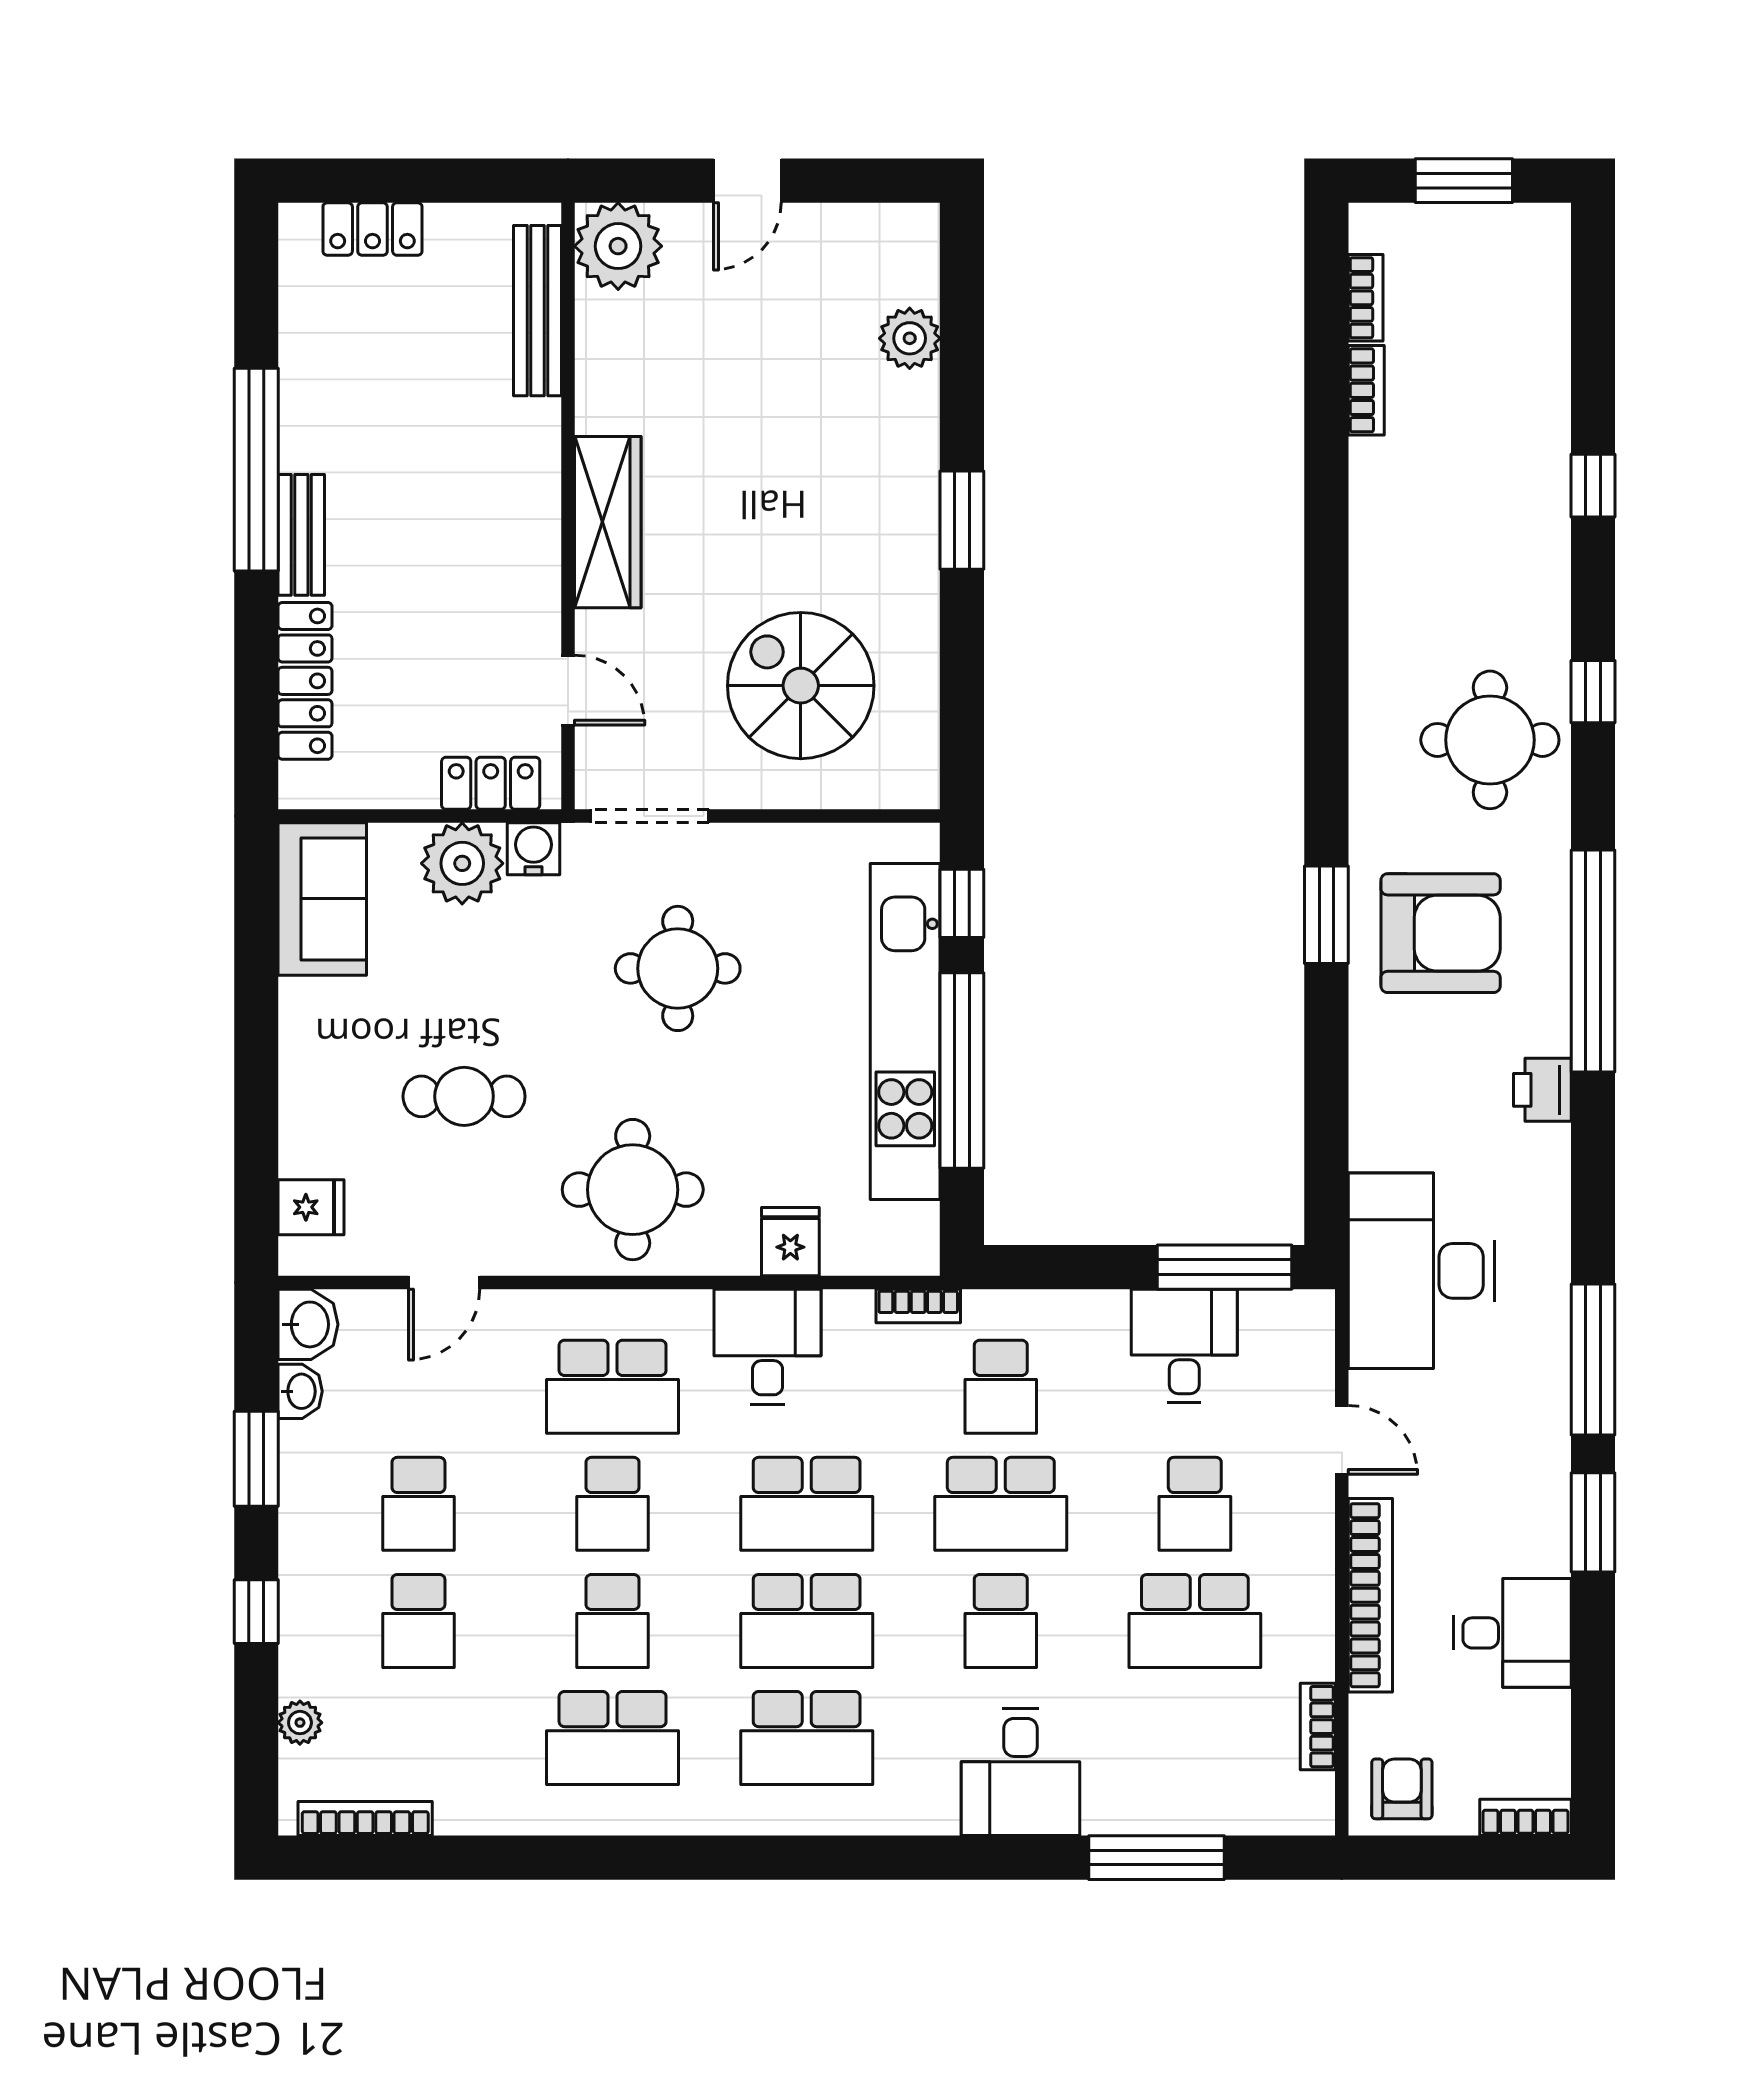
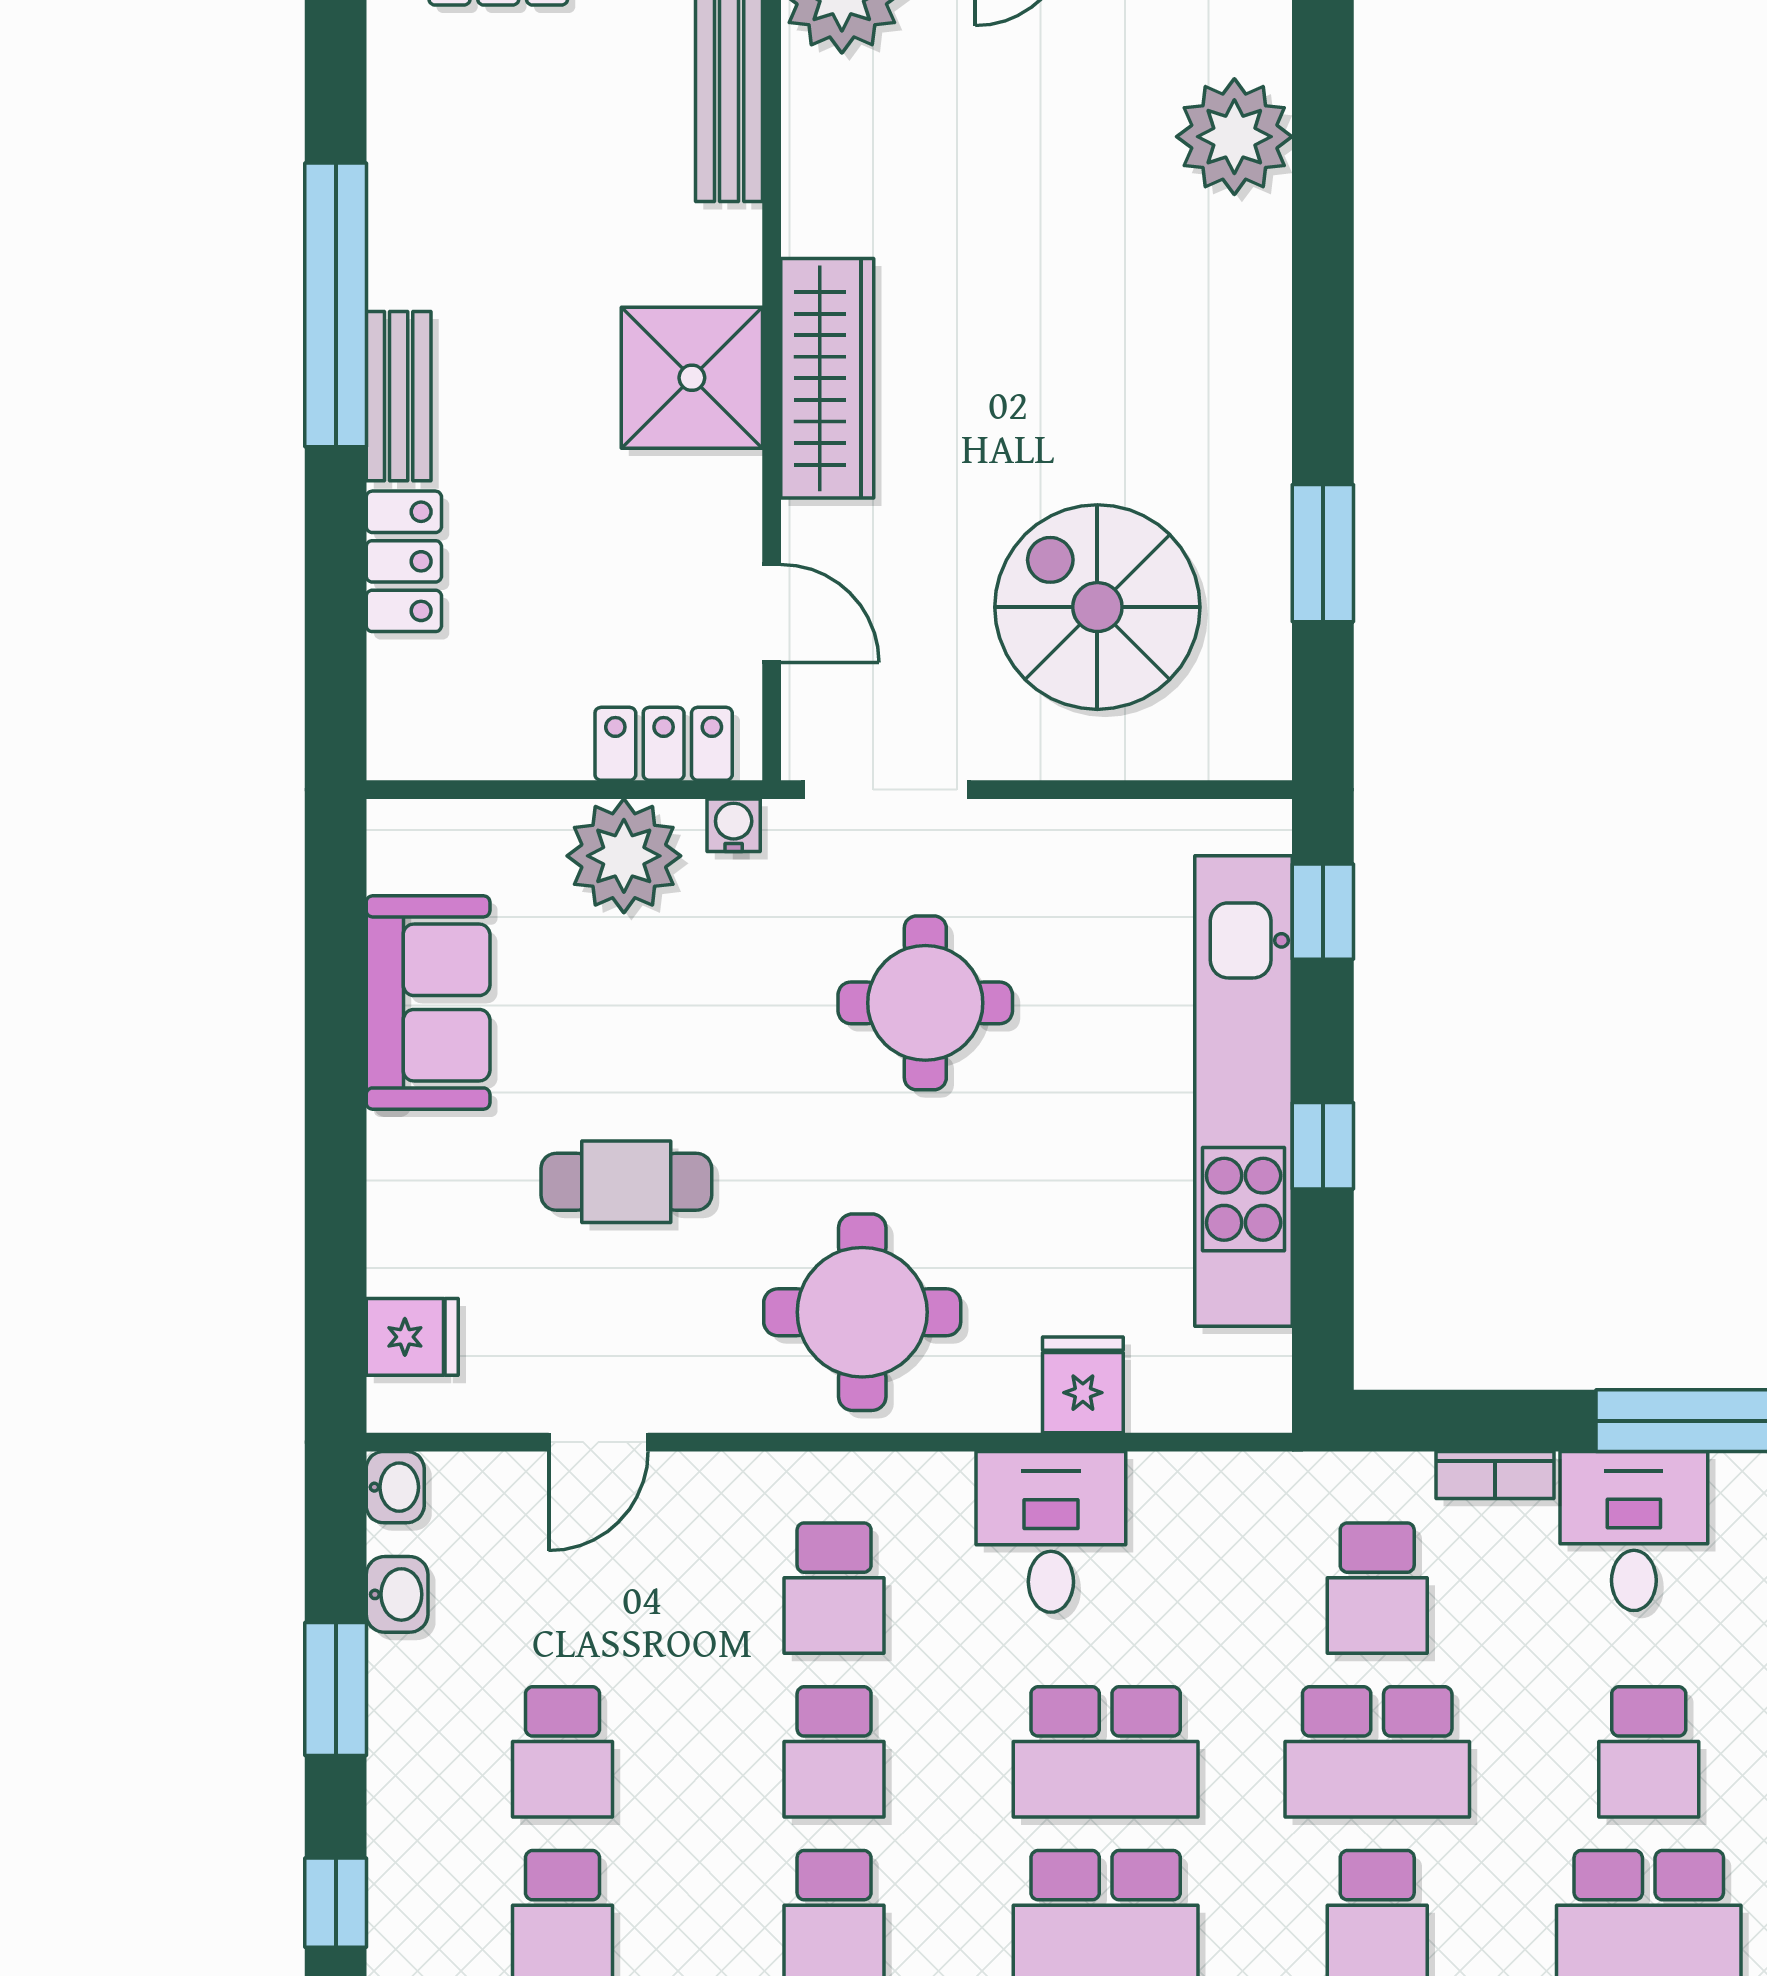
plant: (910, 338) -> (1234, 137), width x1.36, depth x1.36
window: (962, 520) -> (1323, 553), moved
shower: (511, 522) -> (692, 378), added
locker: (305, 681) -> (404, 561), width x0.66
water cooler: (534, 849) -> (734, 825), width x0.72, depth x0.72
sofa: (322, 899) -> (428, 1002), moved
window: (962, 1071) -> (1323, 1146), width x0.32
bookcase: (918, 1306) -> (1495, 1475), moved
washbasin: (308, 1324) -> (395, 1487), width x0.72, depth x0.69
school desk: (613, 1387) -> (834, 1588), width x0.54

